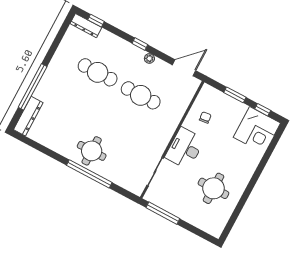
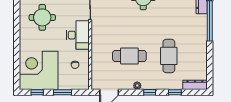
window: (96, 21) -> (175, 92), moved
cafe table: (98, 72) -> (169, 56), turned 90
corner desk: (257, 130) -> (39, 70), width x1.36, depth x1.36

